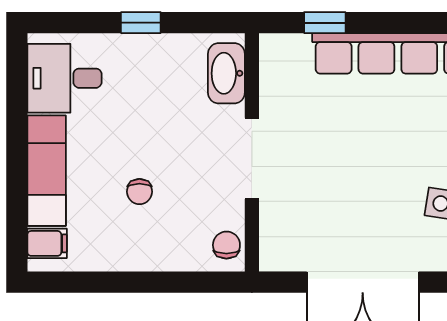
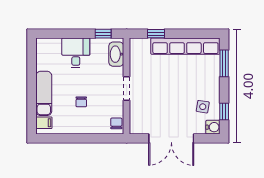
window: (141, 23) -> (103, 34), moved
desk: (64, 78) -> (76, 53), moved, turned 90
doorway: (252, 158) -> (127, 88), width x0.73

